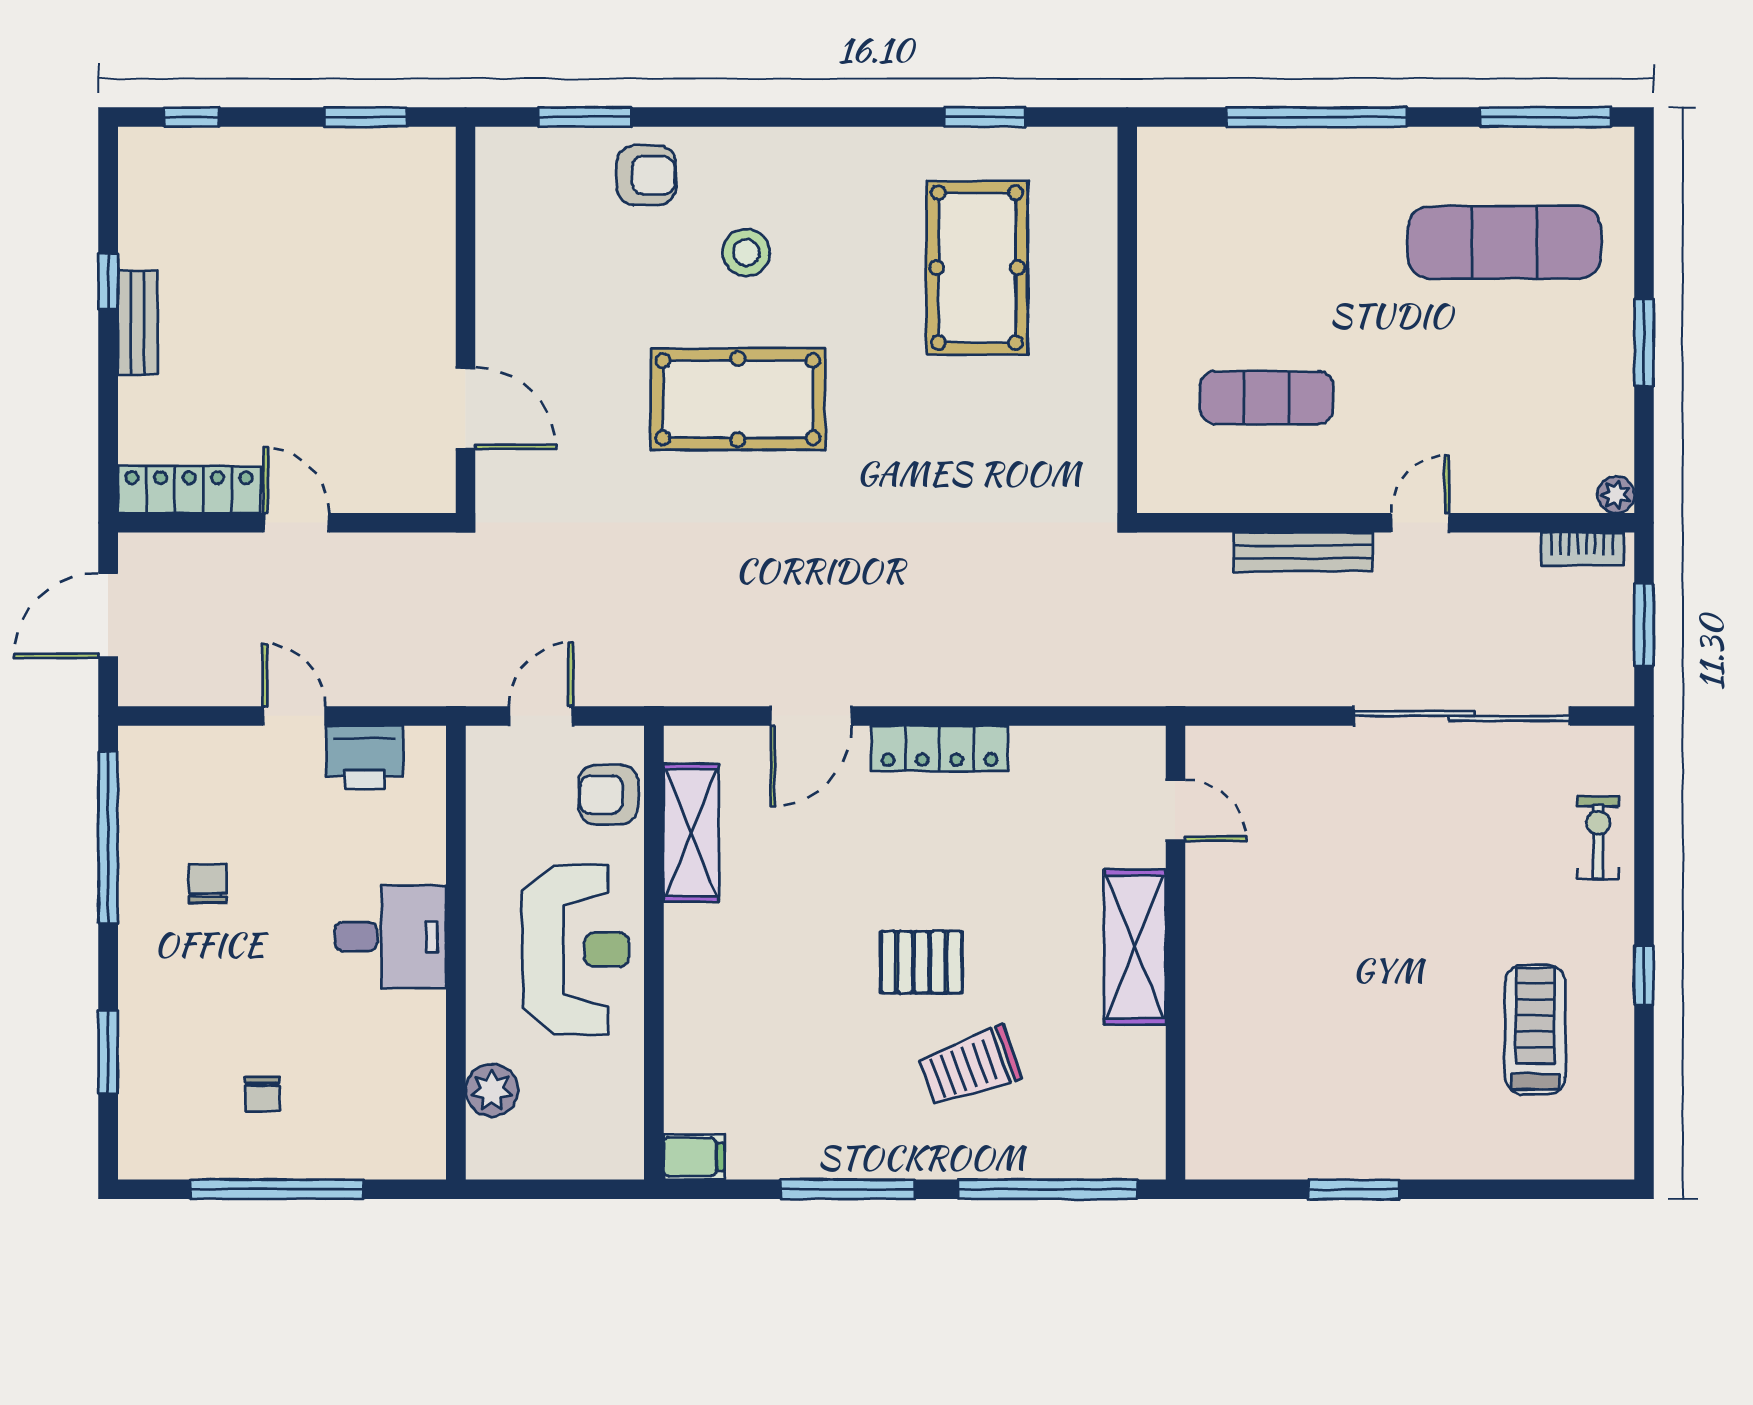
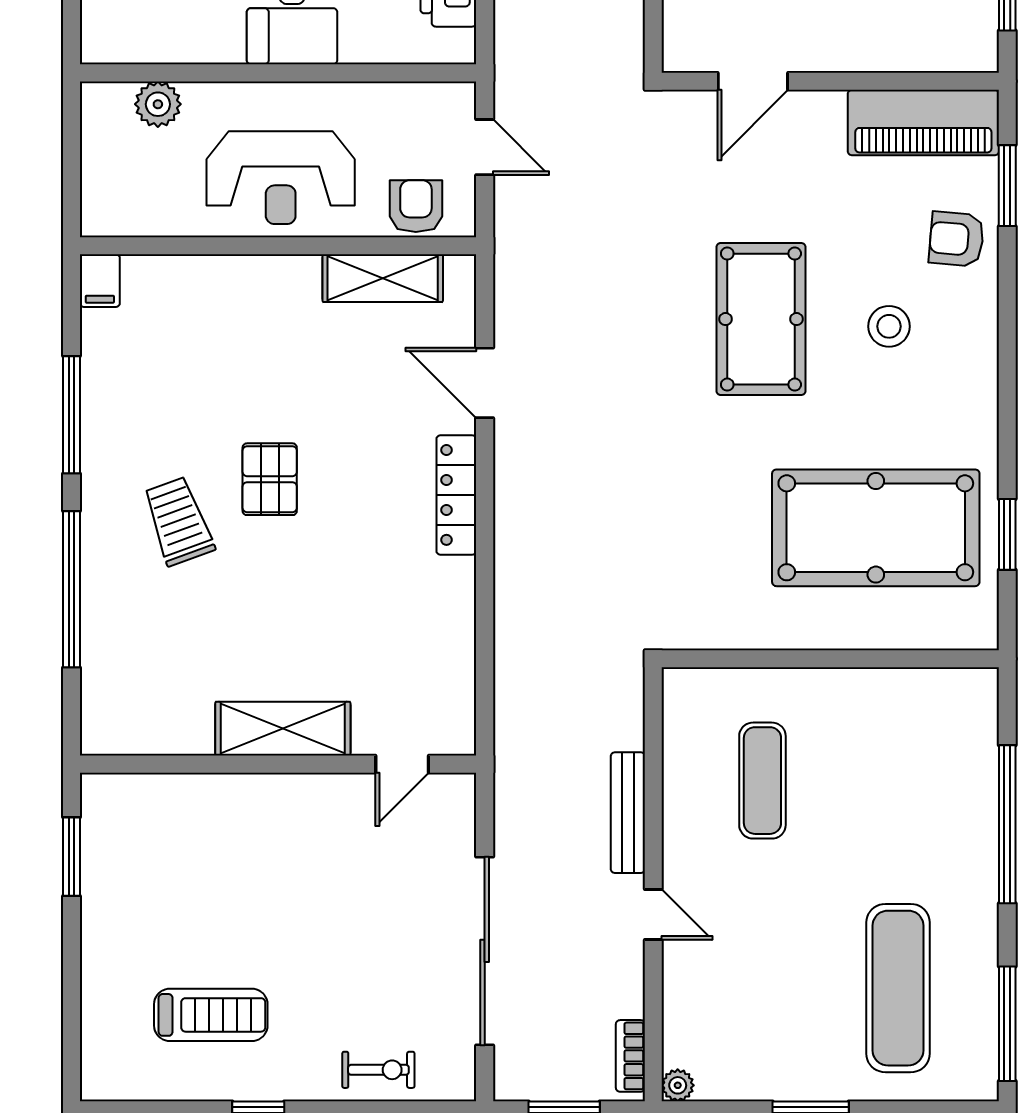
armchair: (646, 175) -> (956, 239), turned 95
piano: (513, 213) -> (923, 123), added
pool table: (977, 268) -> (876, 528), width x1.36, depth x1.32
door: (1175, 810) -> (402, 764), moved
shelving: (1135, 947) -> (283, 729), moved
wall: (1175, 953) -> (278, 764), moved

